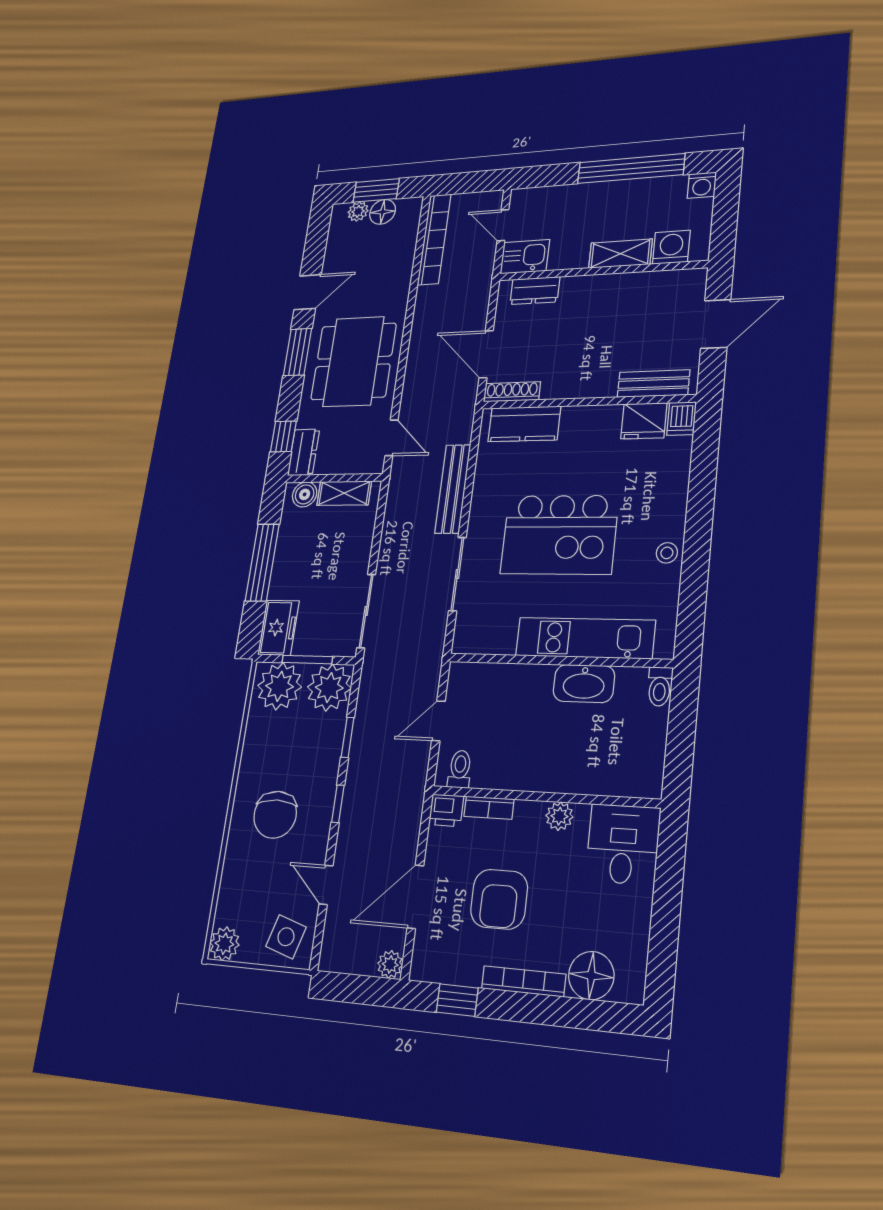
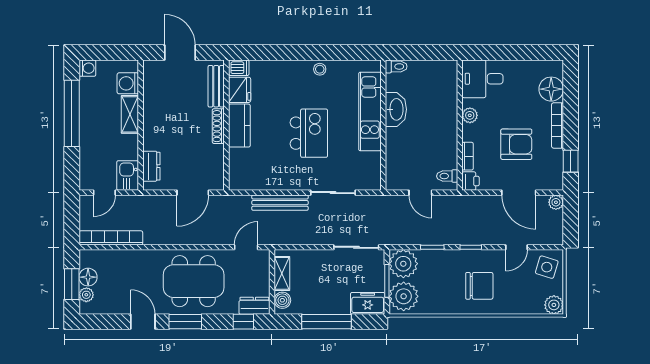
shoe rack: (512, 392) -> (218, 126), moved
kitchen counter: (524, 424) -> (239, 126), moved
kitchen island: (559, 535) -> (309, 133), width x0.73, depth x0.78

